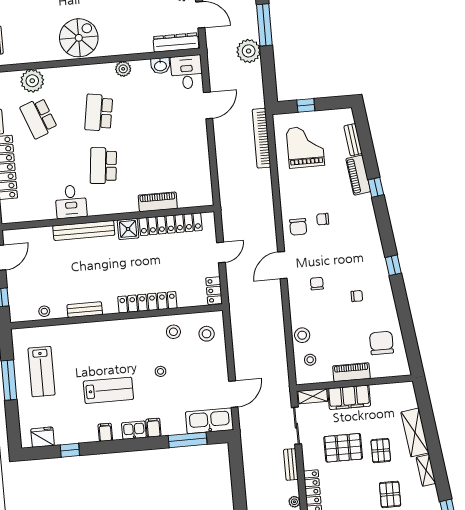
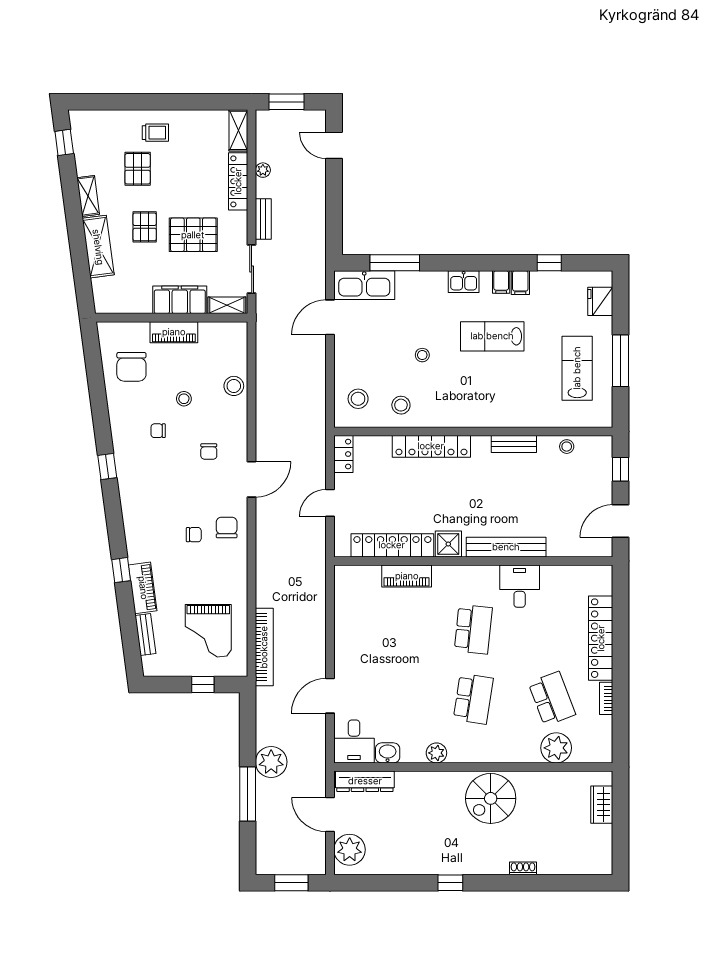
stool: (310, 360) -> (184, 399), moved
filing cabinet: (153, 428) -> (520, 283), moved
fridge: (43, 437) -> (600, 301), moved, turned 90

